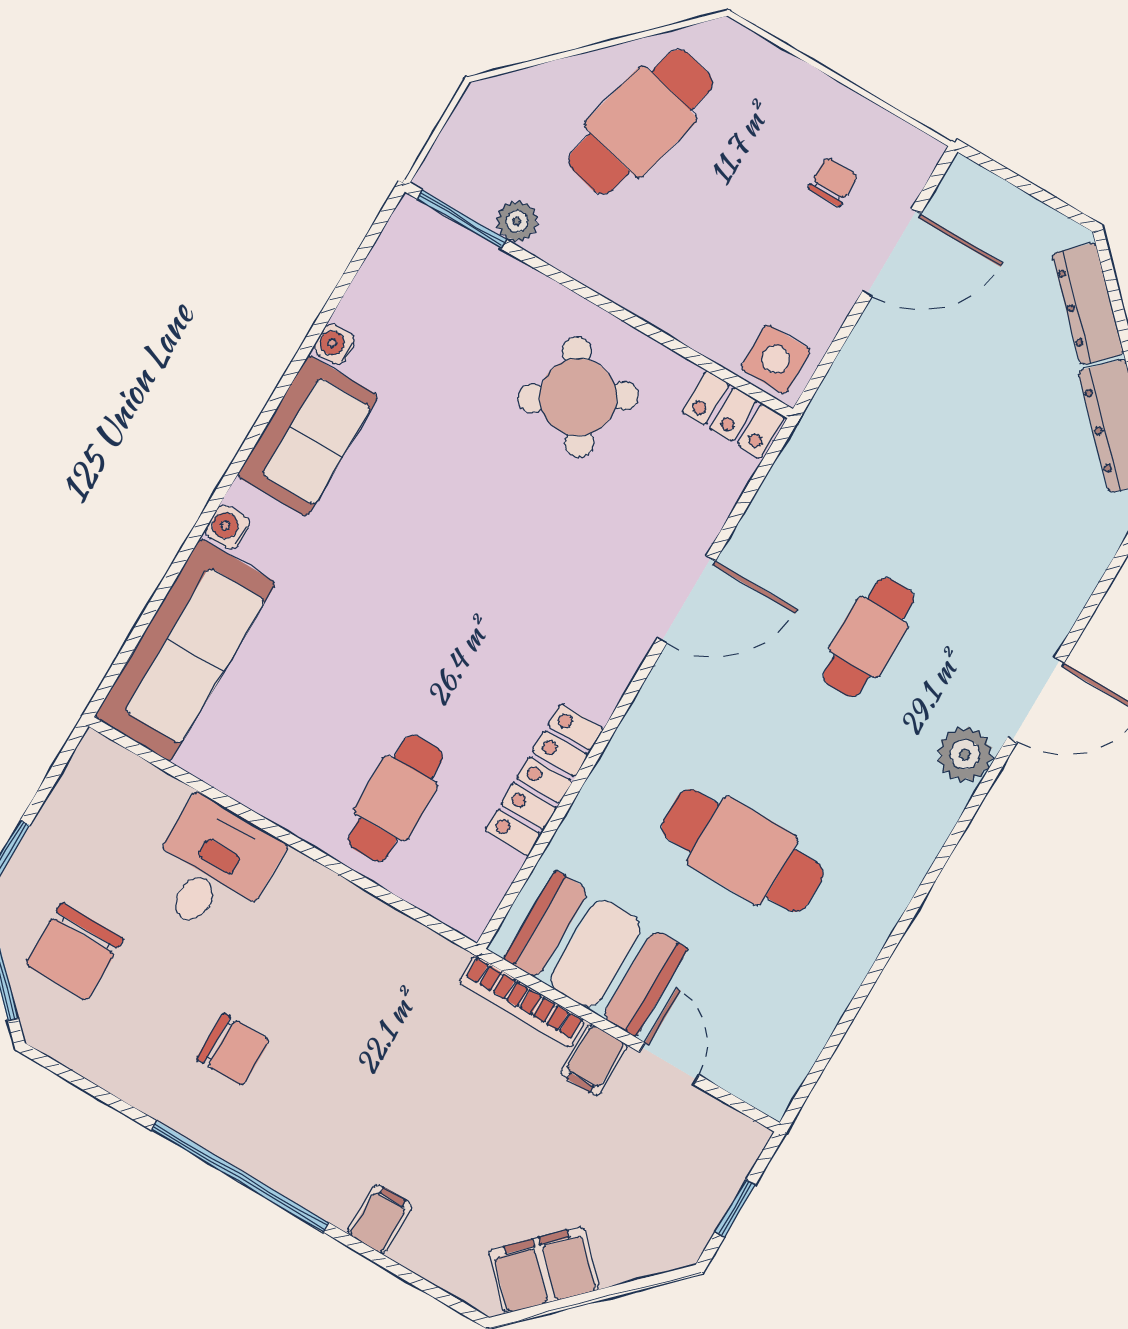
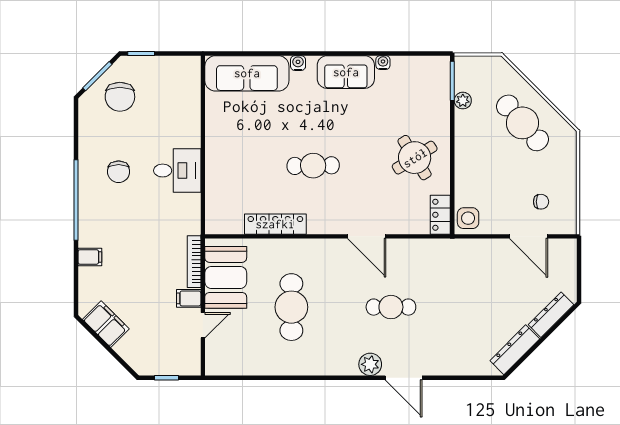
cafe table: (641, 122) -> (522, 123), turned 35
cafe table: (396, 798) -> (313, 166), moved
desk: (213, 868) -> (177, 171), moved
chair: (74, 952) -> (120, 97), turned -90

